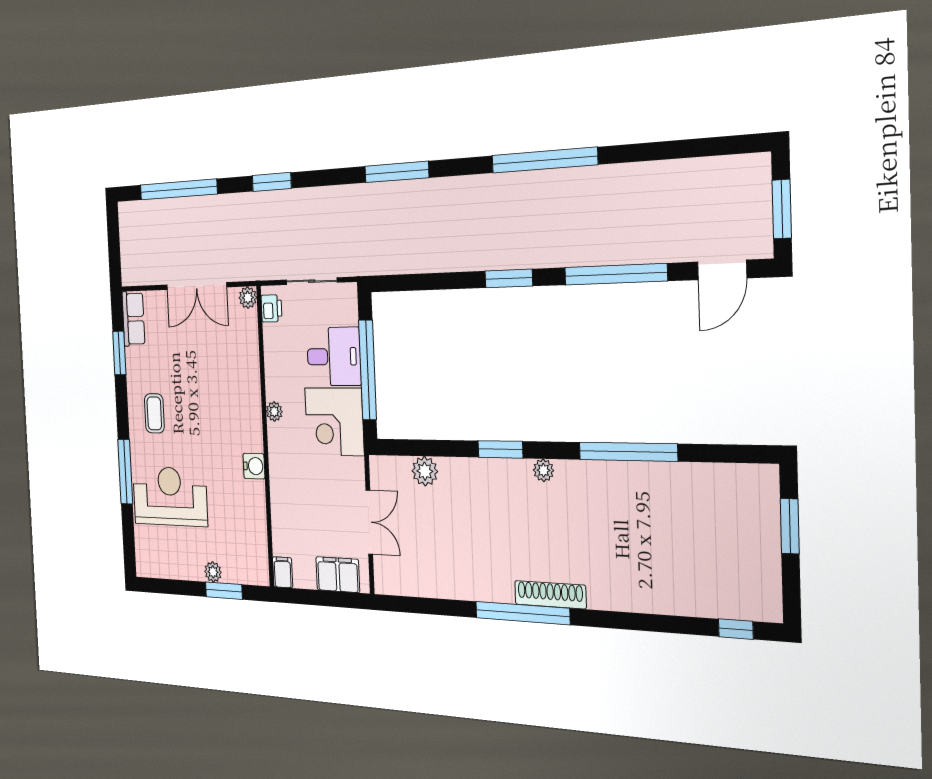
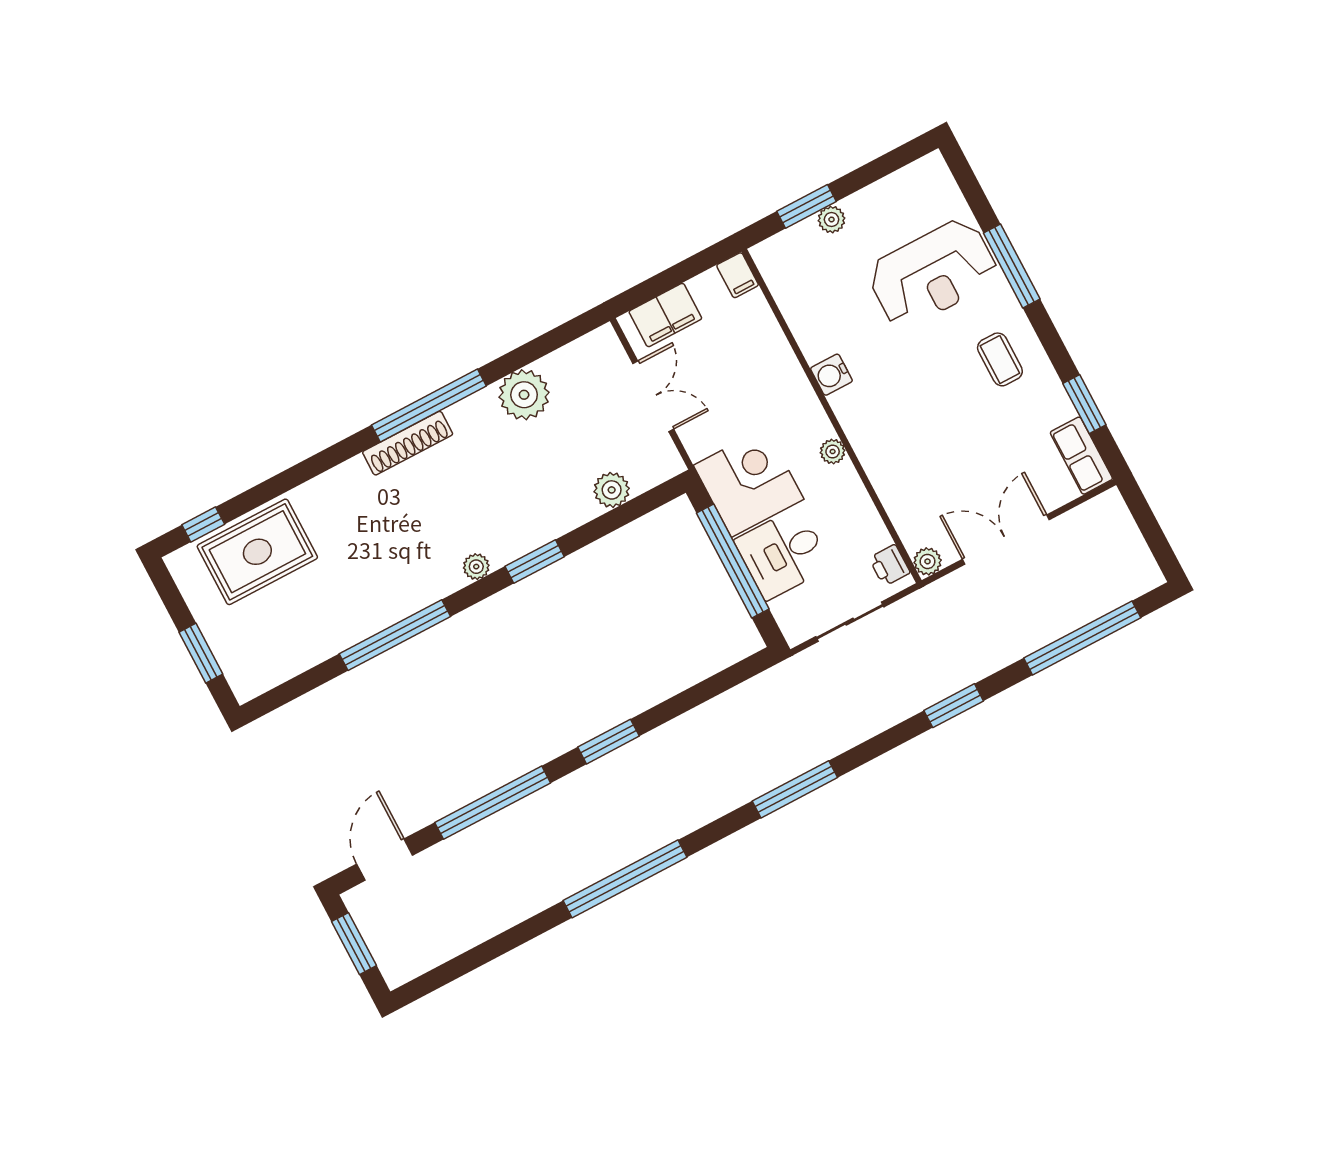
double door: (369, 522) -> (653, 396), swing flipped
plant: (453, 578) -> (524, 395), added
rug: (703, 581) -> (257, 552), added

